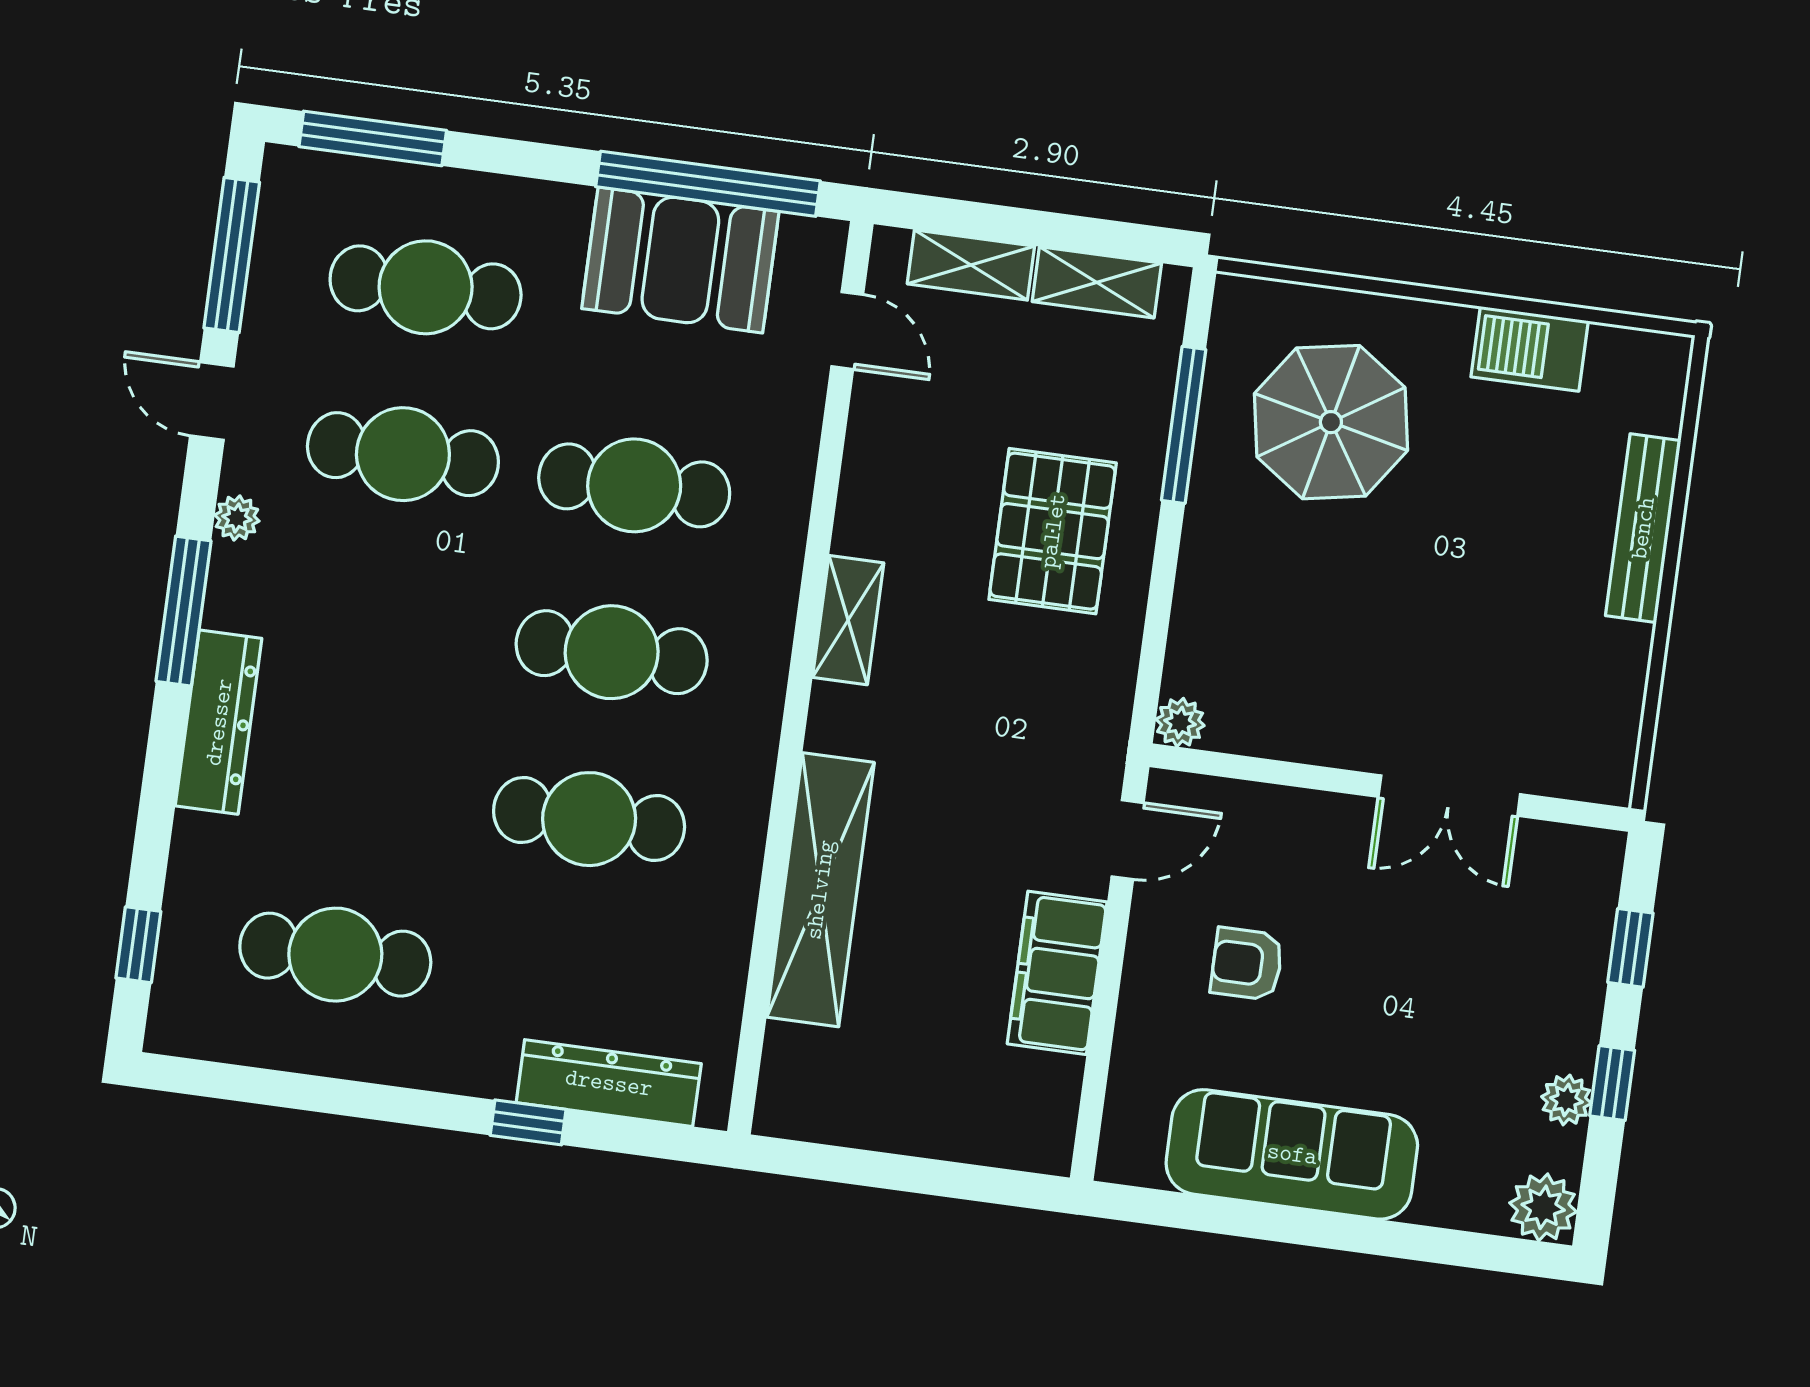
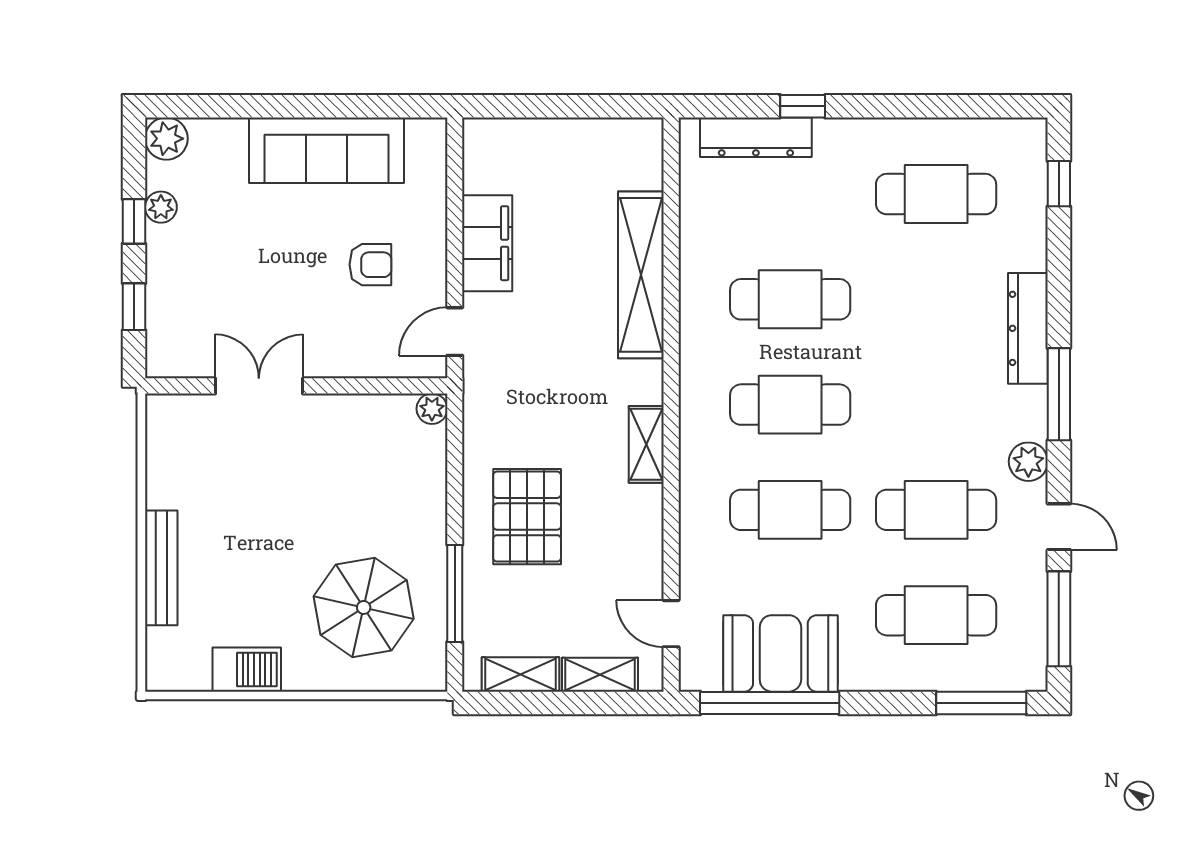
plant: (237, 518) -> (1028, 462), width x1.38, depth x1.38

